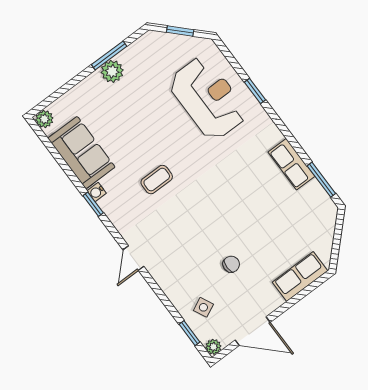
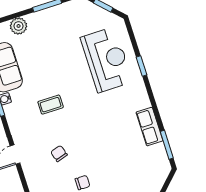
plant: (112, 71) -> (19, 26), moved
chair: (189, 238) -> (59, 154), added

